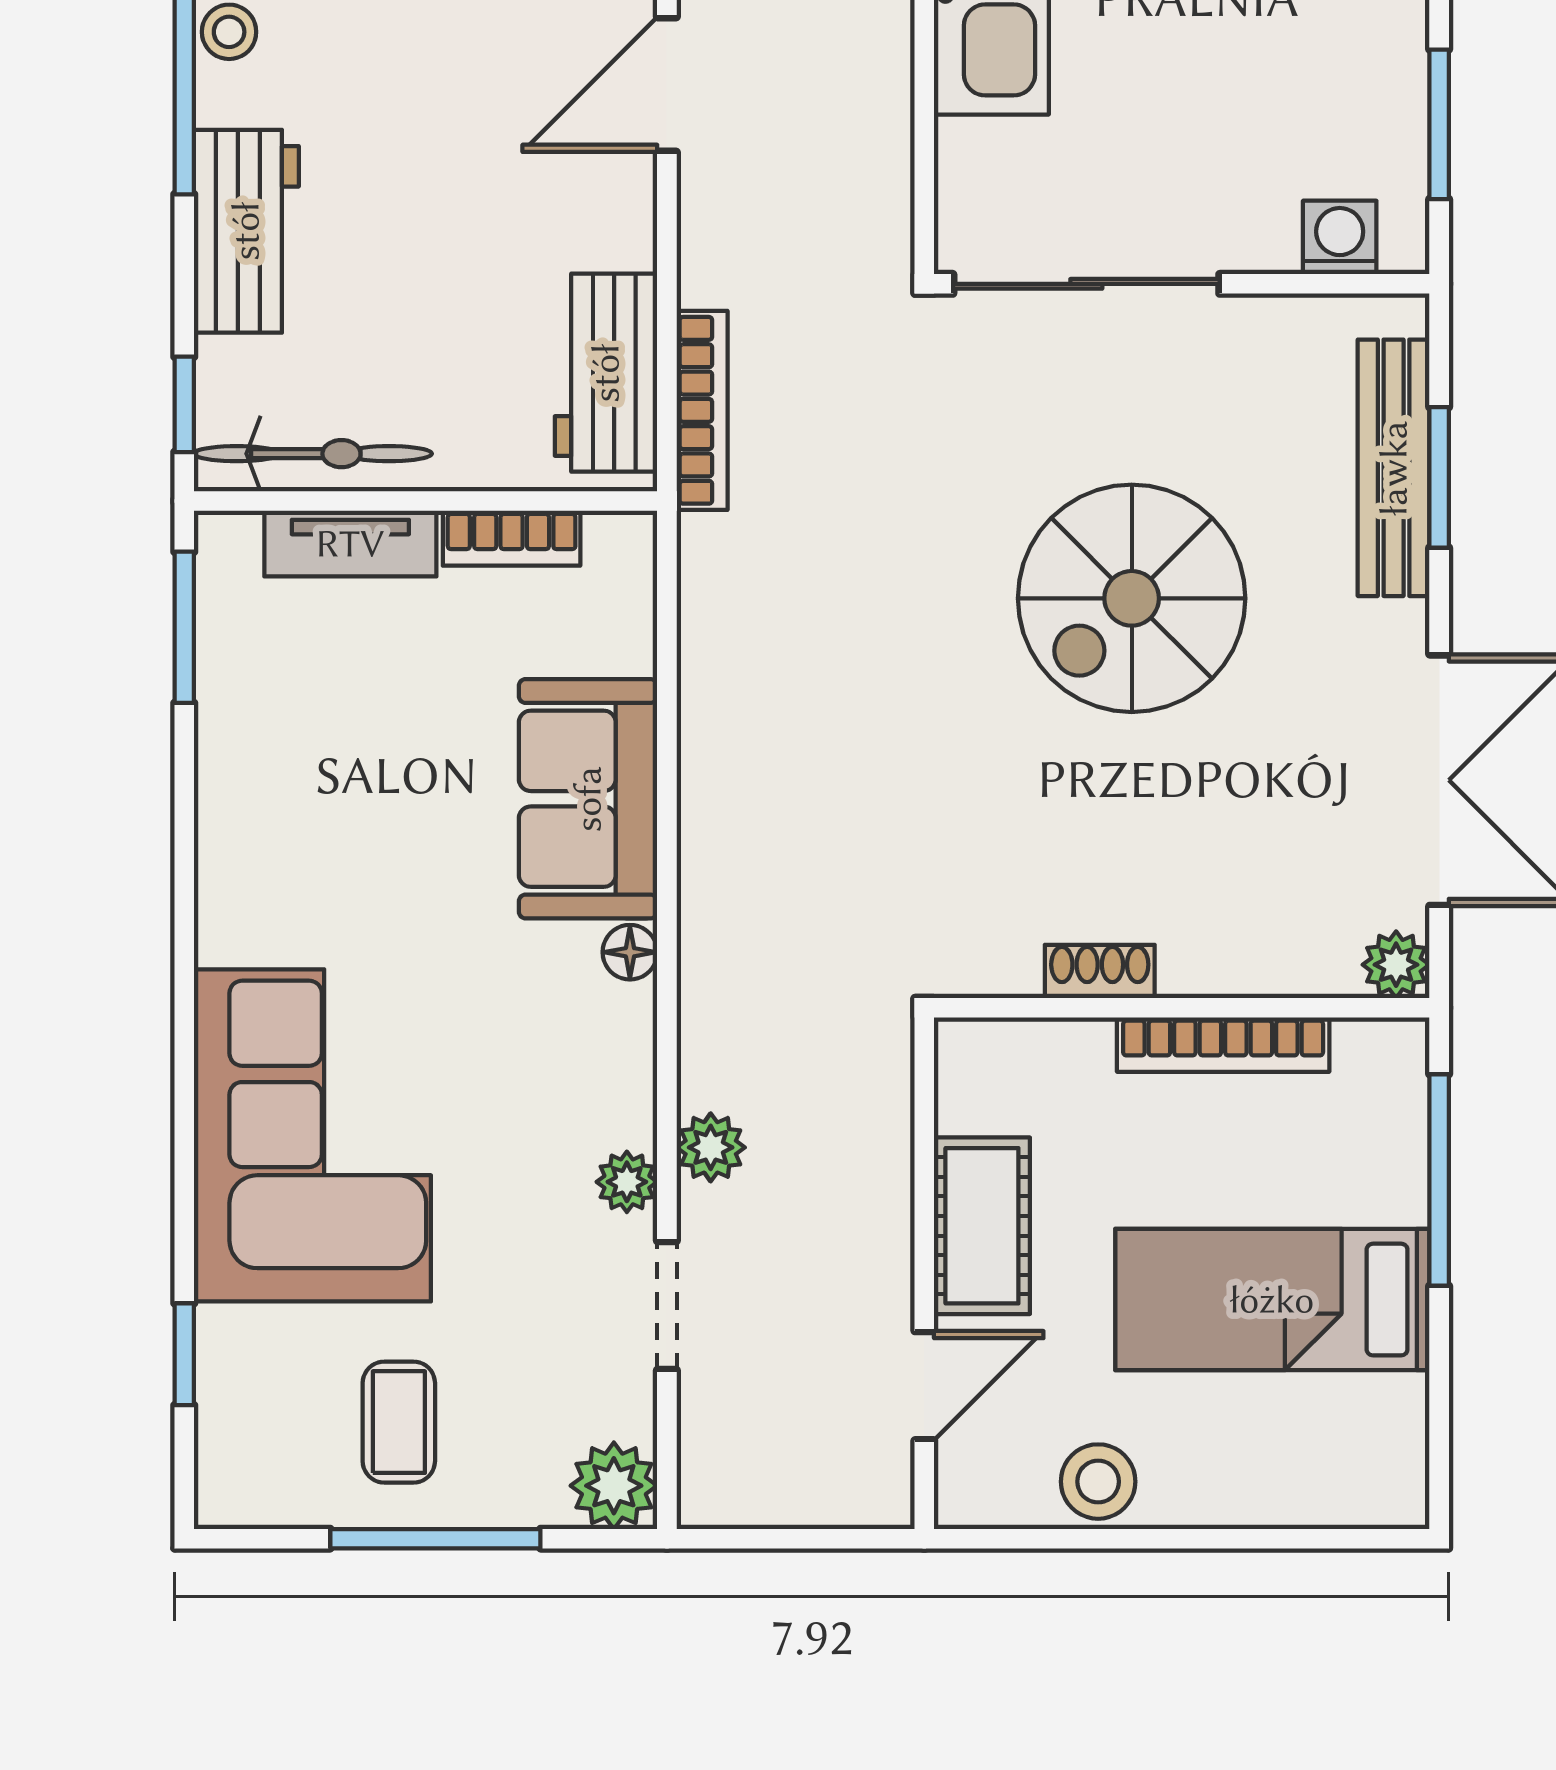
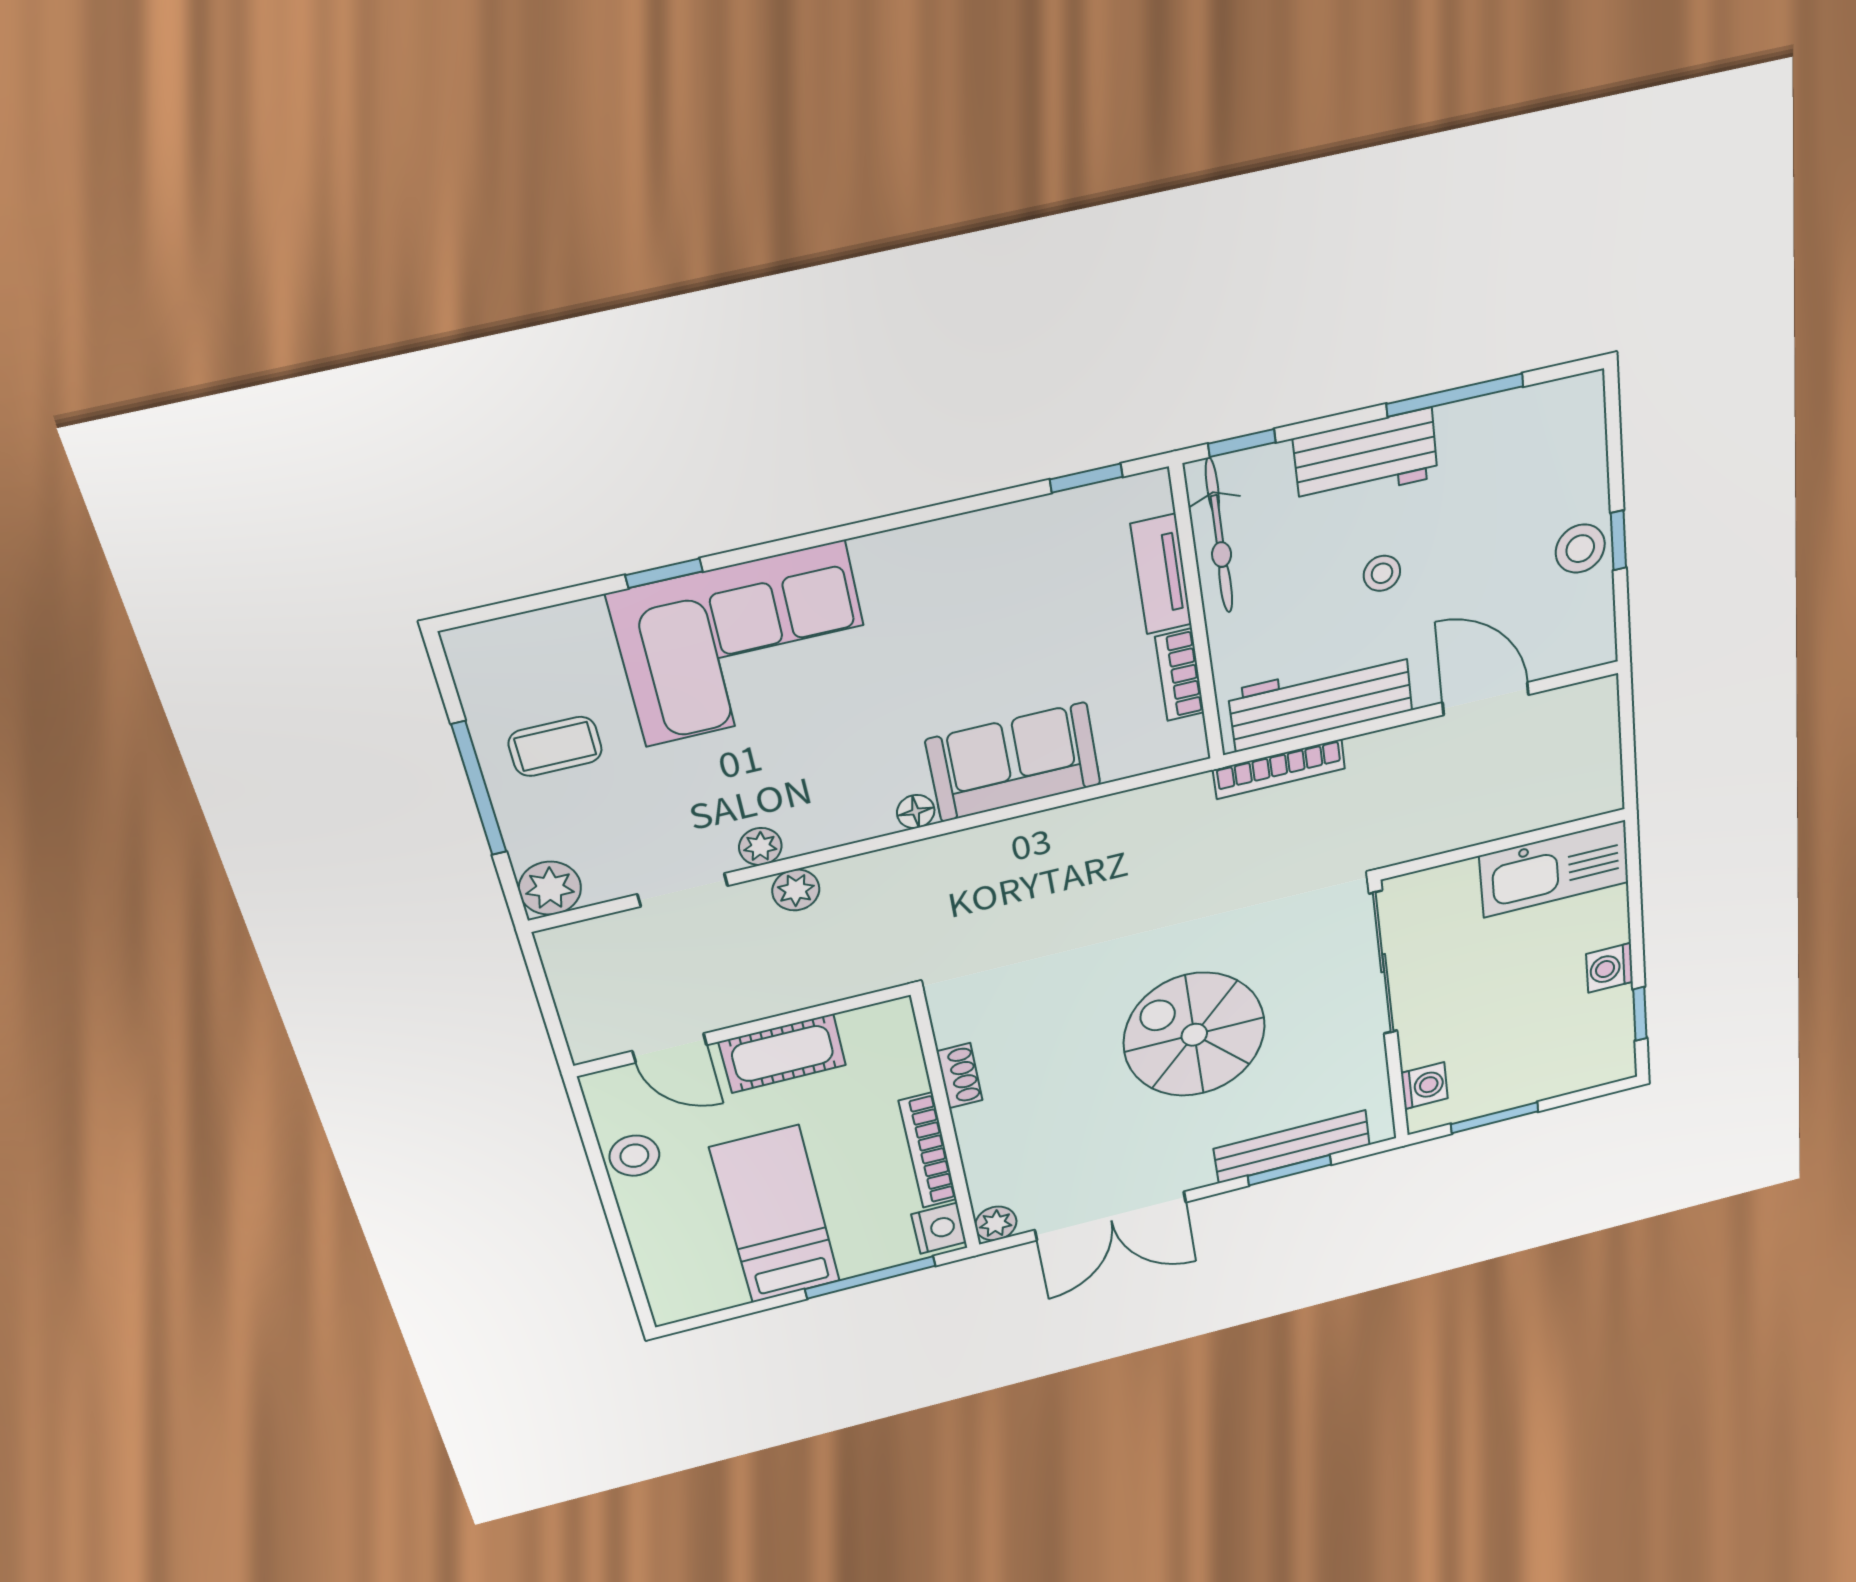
stool: (229, 32) -> (1382, 573), moved
workbench: (606, 373) -> (1321, 701), width x1.38
window: (184, 627) -> (1086, 478), width x0.67
nightstand: (1377, 1055) -> (939, 1228), added
window: (184, 1354) -> (664, 573), moved

